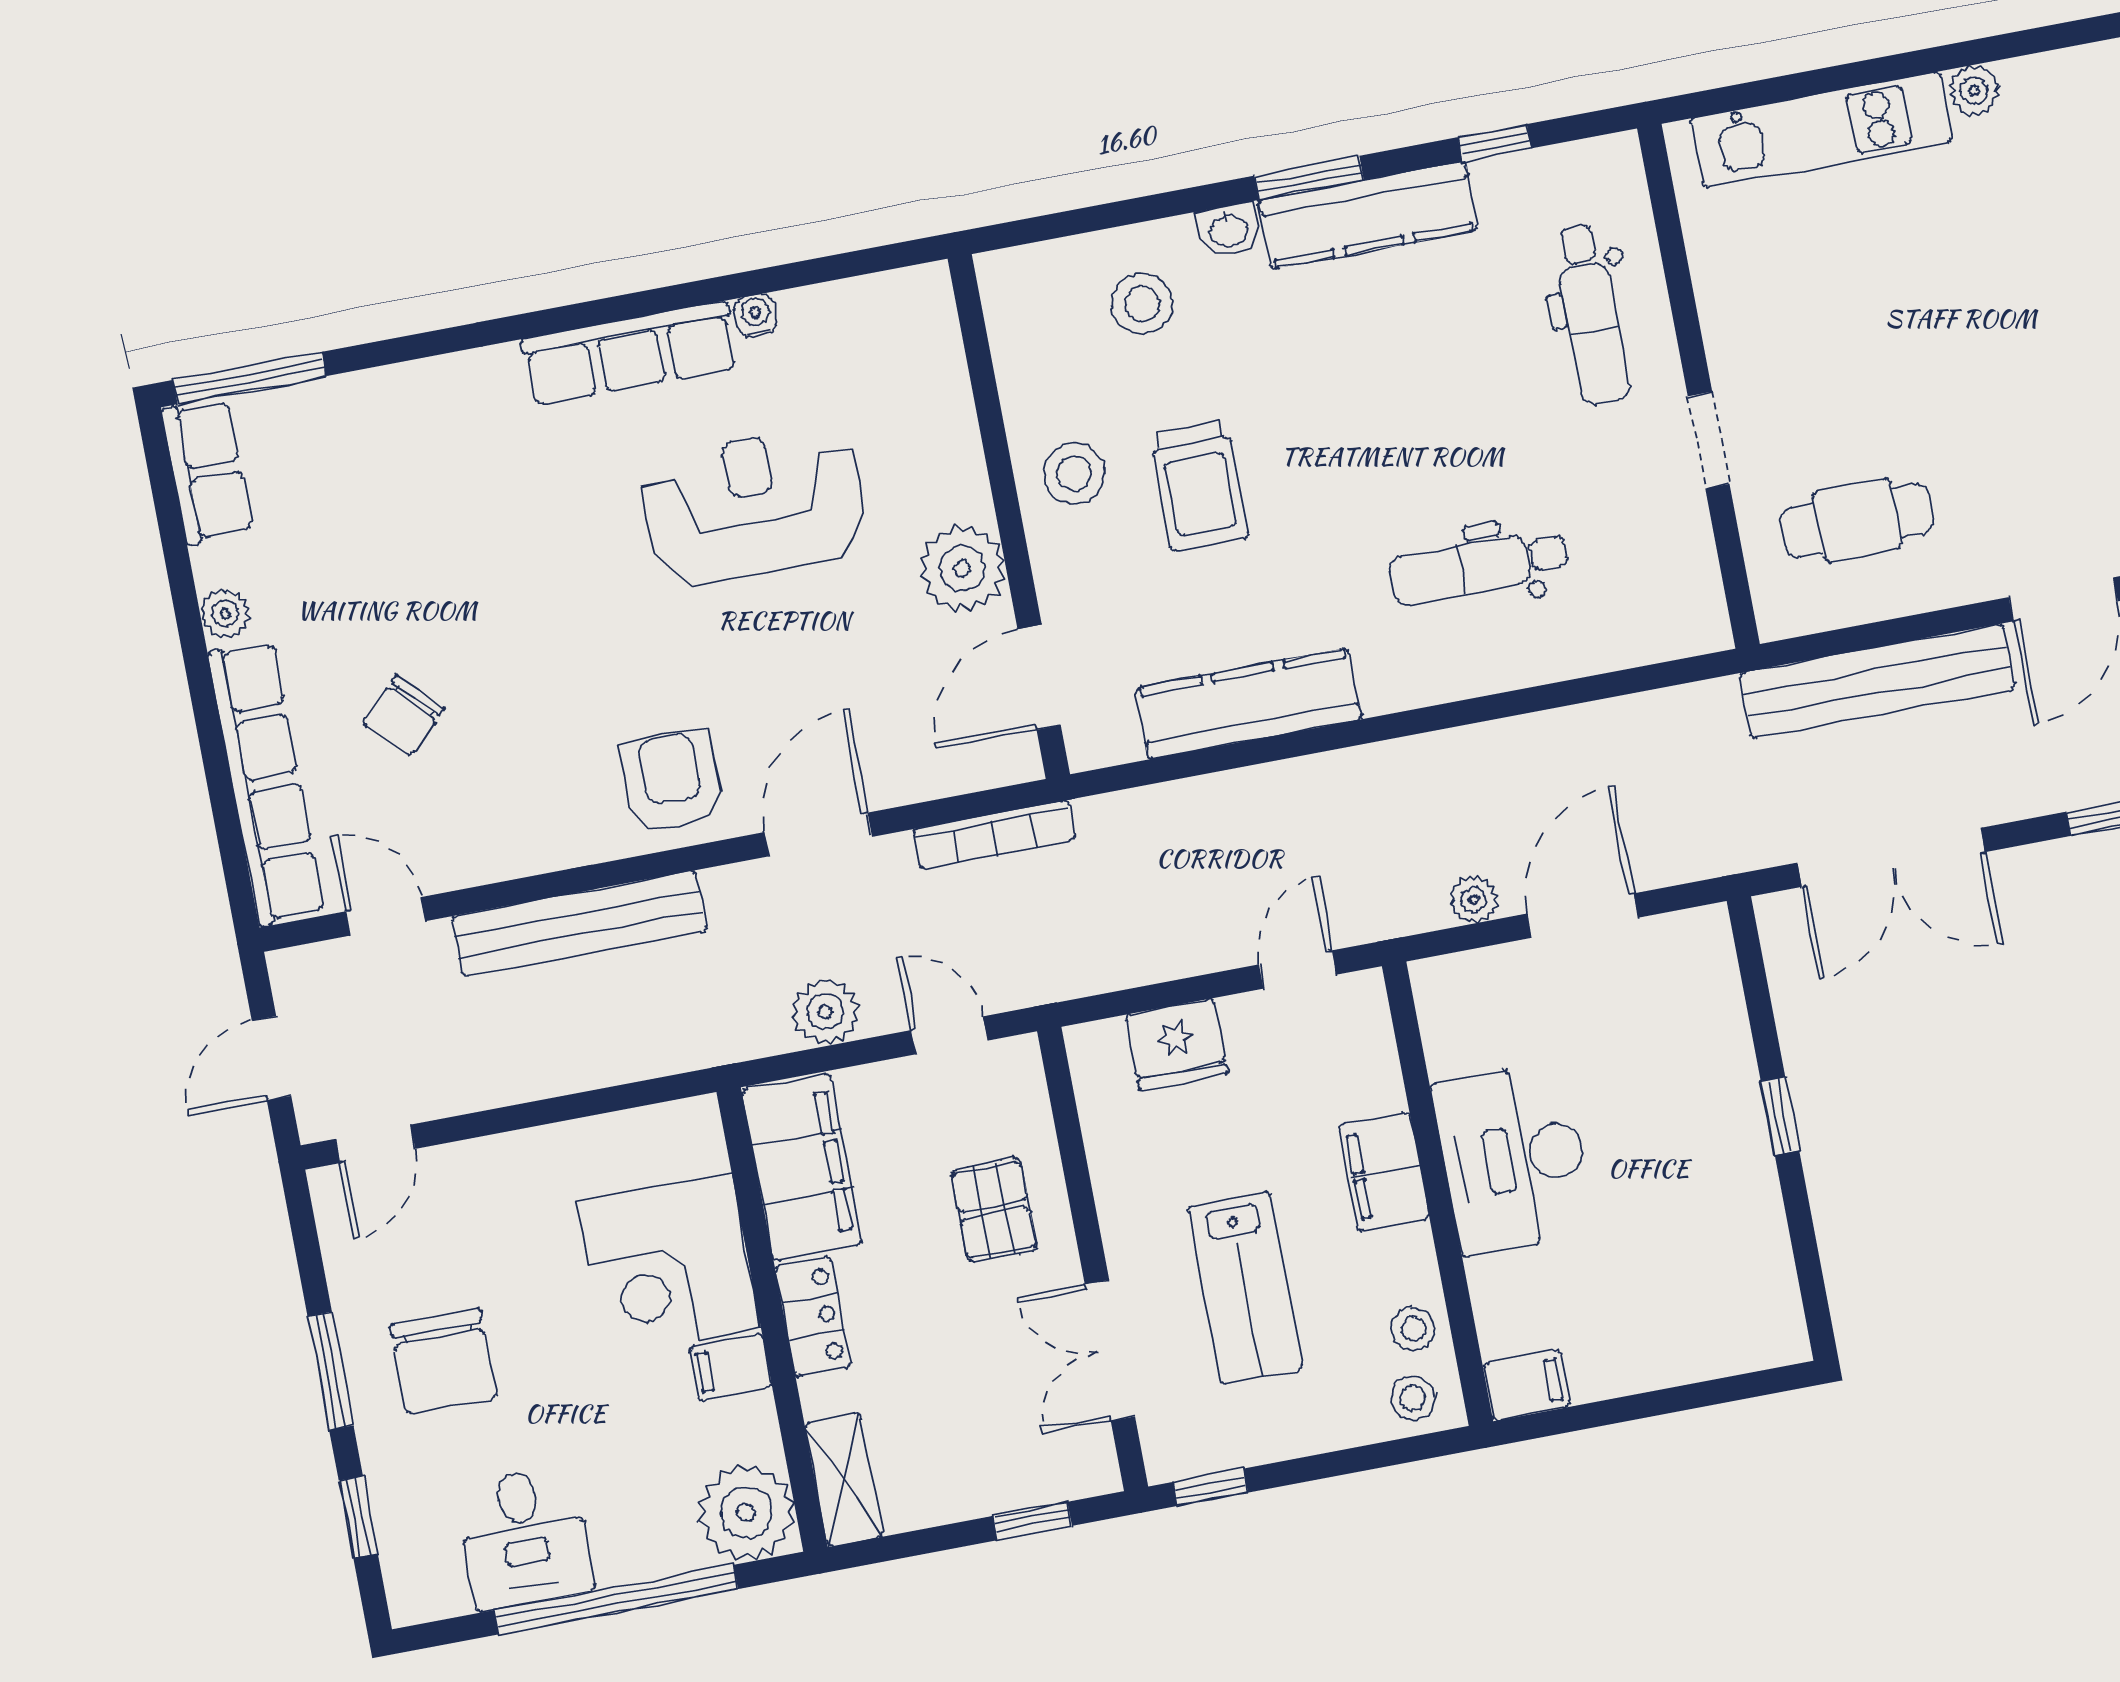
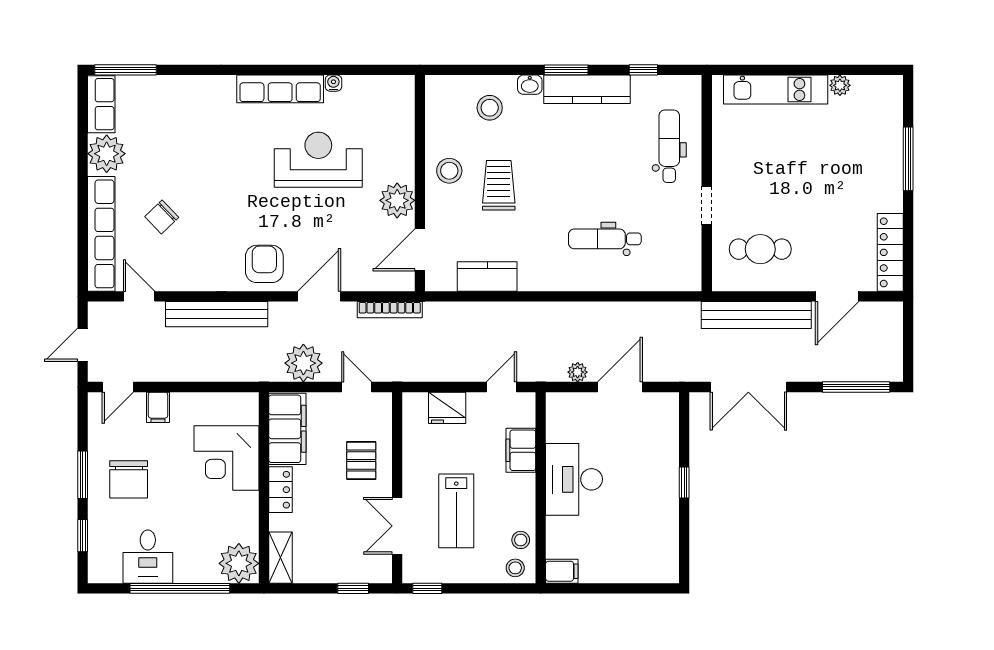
dental chair: (1591, 314) -> (669, 146), turned 180
trolley: (1199, 486) -> (499, 185), turned 180
plant: (225, 613) -> (107, 154), width x1.88, depth x1.88
kitchen counter: (1249, 704) -> (487, 277), width x0.67
plant: (825, 1012) -> (303, 363), width x1.36, depth x1.36
filing cabinet: (1384, 1172) -> (521, 450), moved
filing cabinet: (731, 1367) -> (158, 407), moved, turned -90

